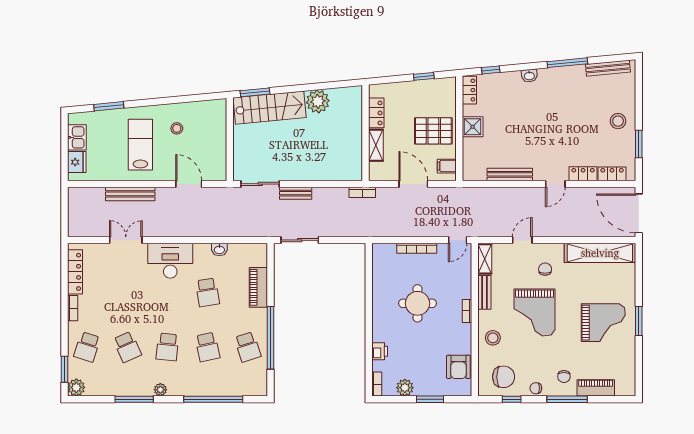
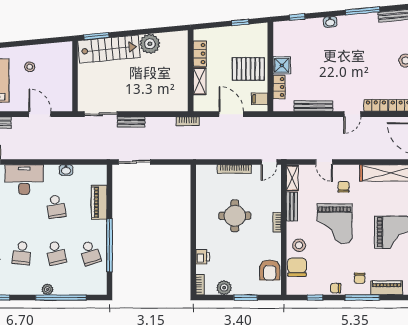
locker: (469, 90) -> (279, 87), moved
door: (522, 240) -> (324, 162), swing flipped
chair: (504, 377) -> (297, 267), moved, turned -90
plant: (160, 390) -> (47, 289), moved

